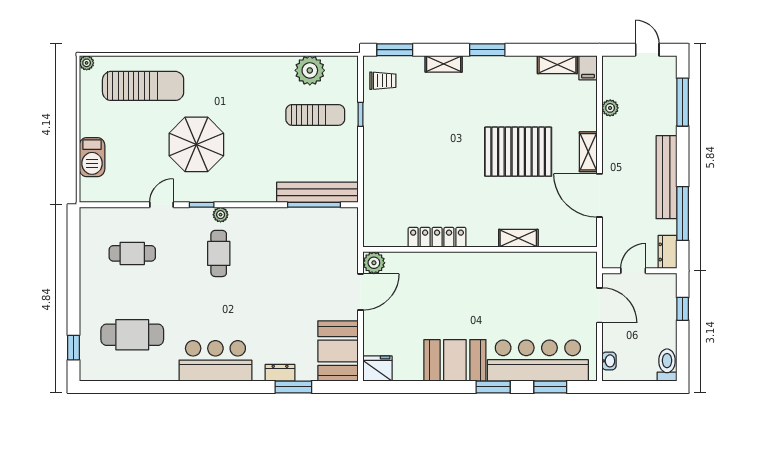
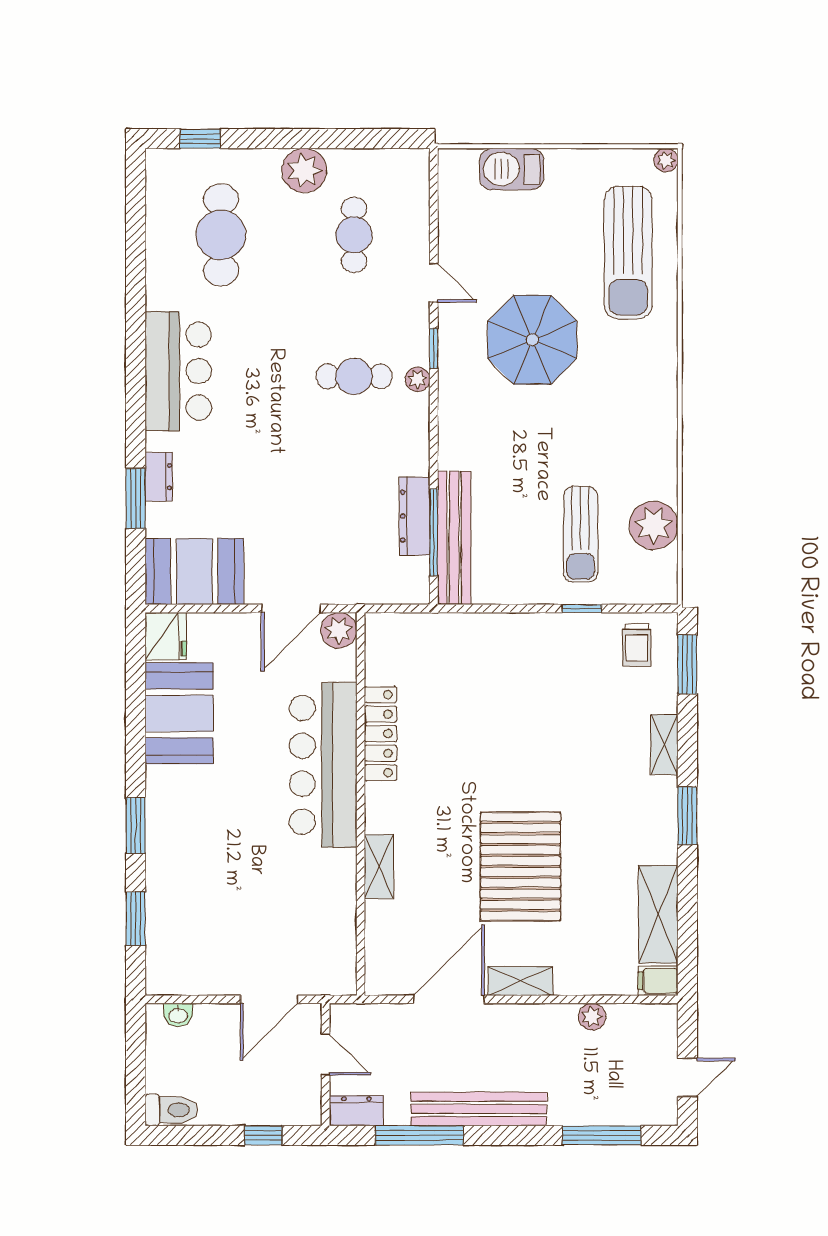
shelving: (557, 65) -> (658, 914), width x1.50, depth x1.33
dresser: (304, 216) -> (415, 516), added
plant: (93, 284) -> (304, 170), added
door: (361, 292) -> (291, 608), hinge flipped
booth: (455, 360) -> (179, 713), moved
bar counter: (538, 361) -> (323, 765), moved, turned 180

